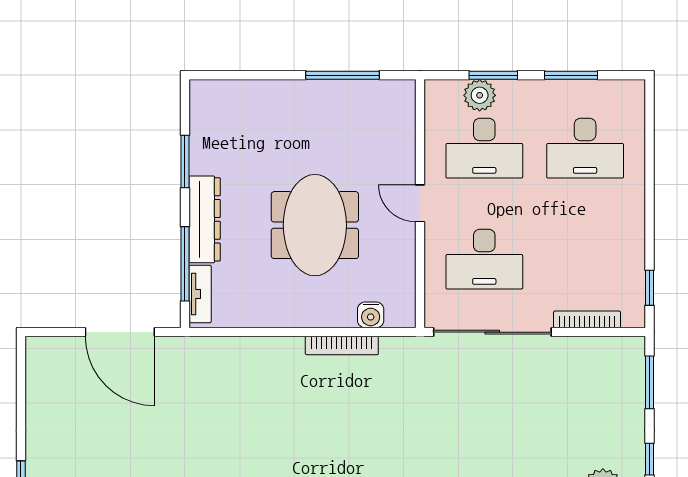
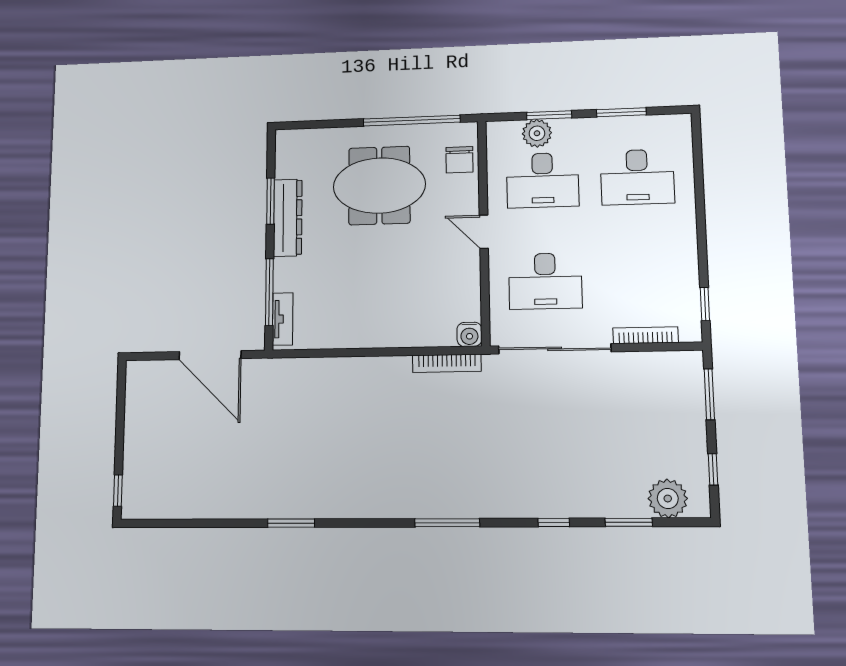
window: (343, 75) -> (412, 121), width x1.46
chair: (395, 122) -> (459, 160), added
dresser: (205, 219) -> (288, 218), moved
meeting table: (315, 225) -> (379, 186), moved, turned 90
water cooler: (371, 315) -> (469, 334), moved
bookcase: (342, 345) -> (447, 363), moved

